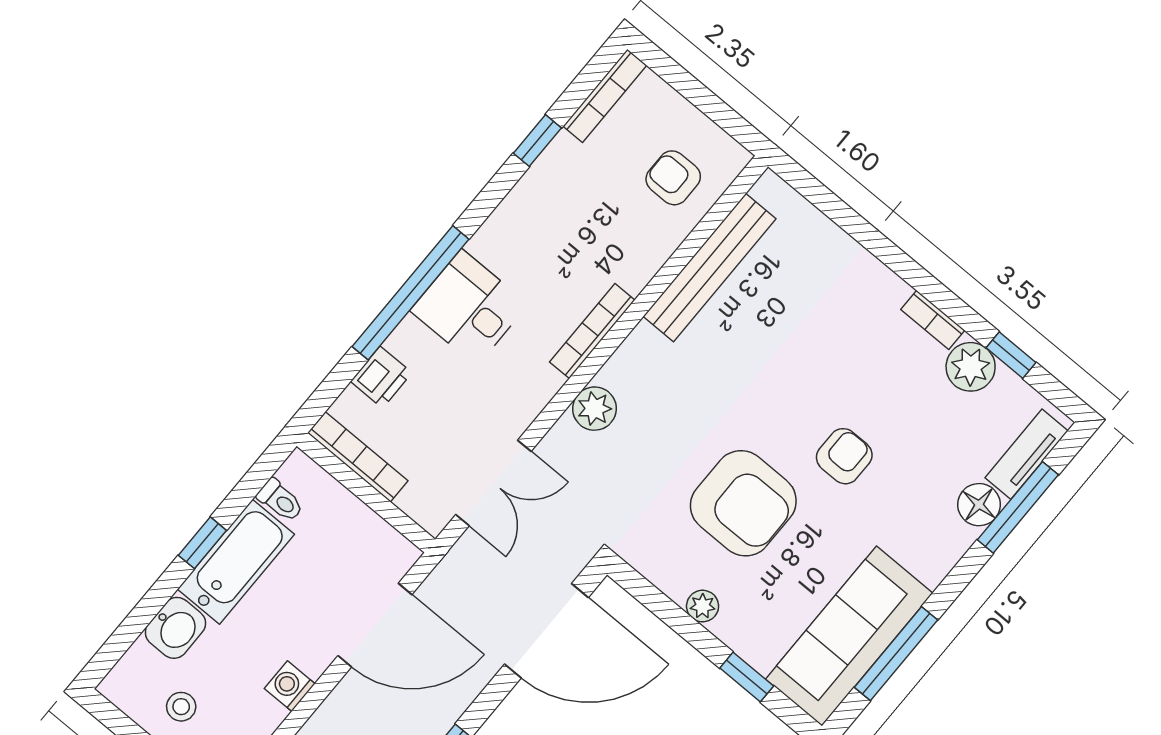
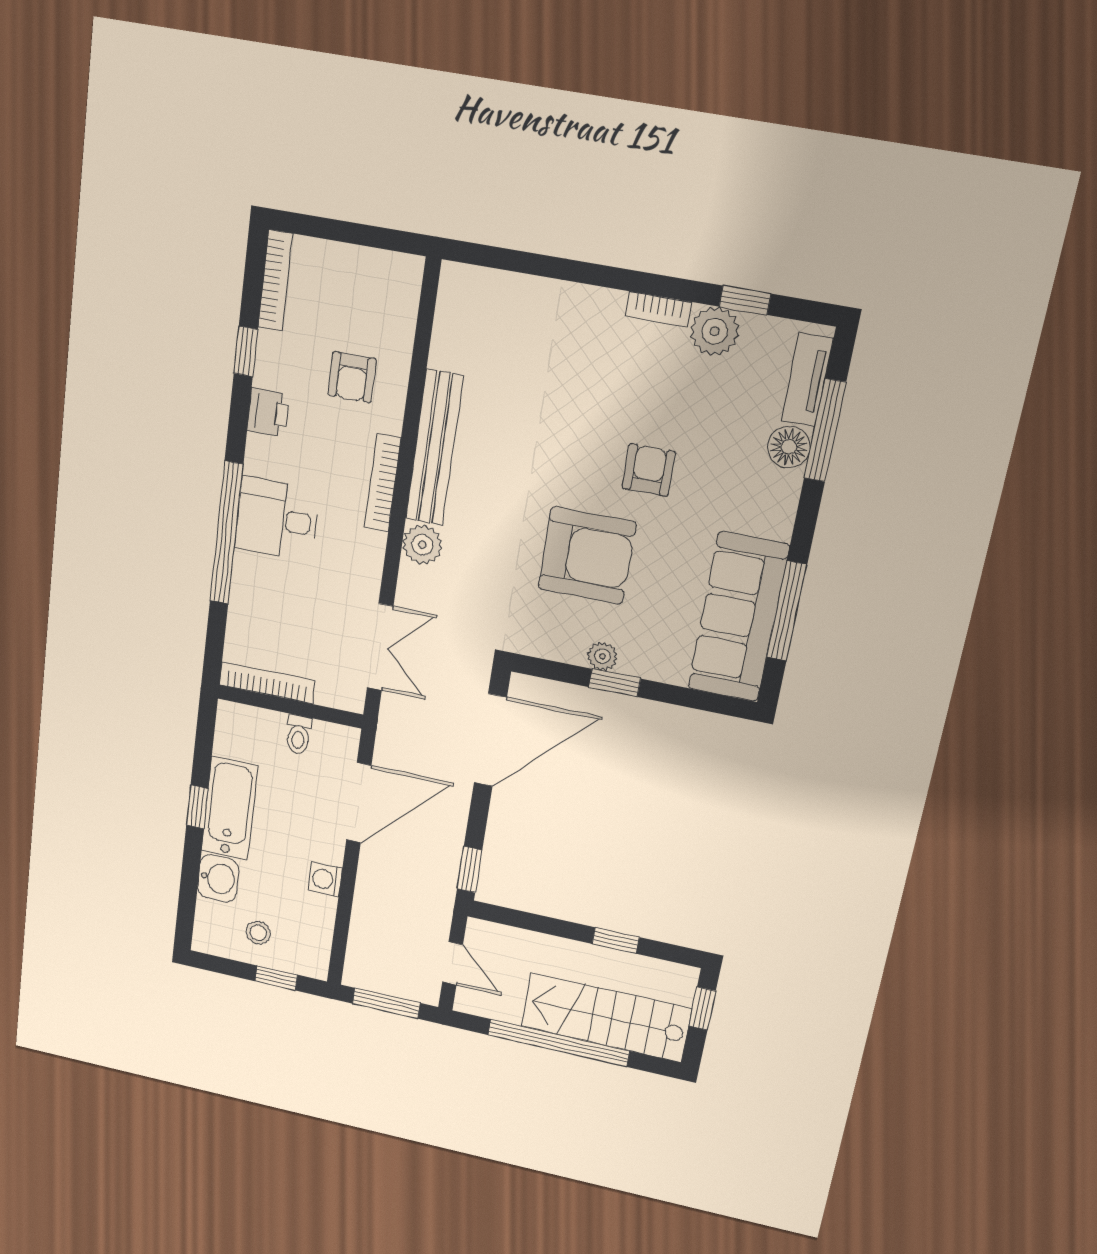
armchair: (673, 178) -> (352, 377), moved, turned -90
bench: (710, 268) -> (434, 448), moved
printer: (381, 377) -> (268, 412), moved
toilet: (280, 500) -> (299, 735), moved, turned 90
window: (747, 677) -> (615, 683), moved

